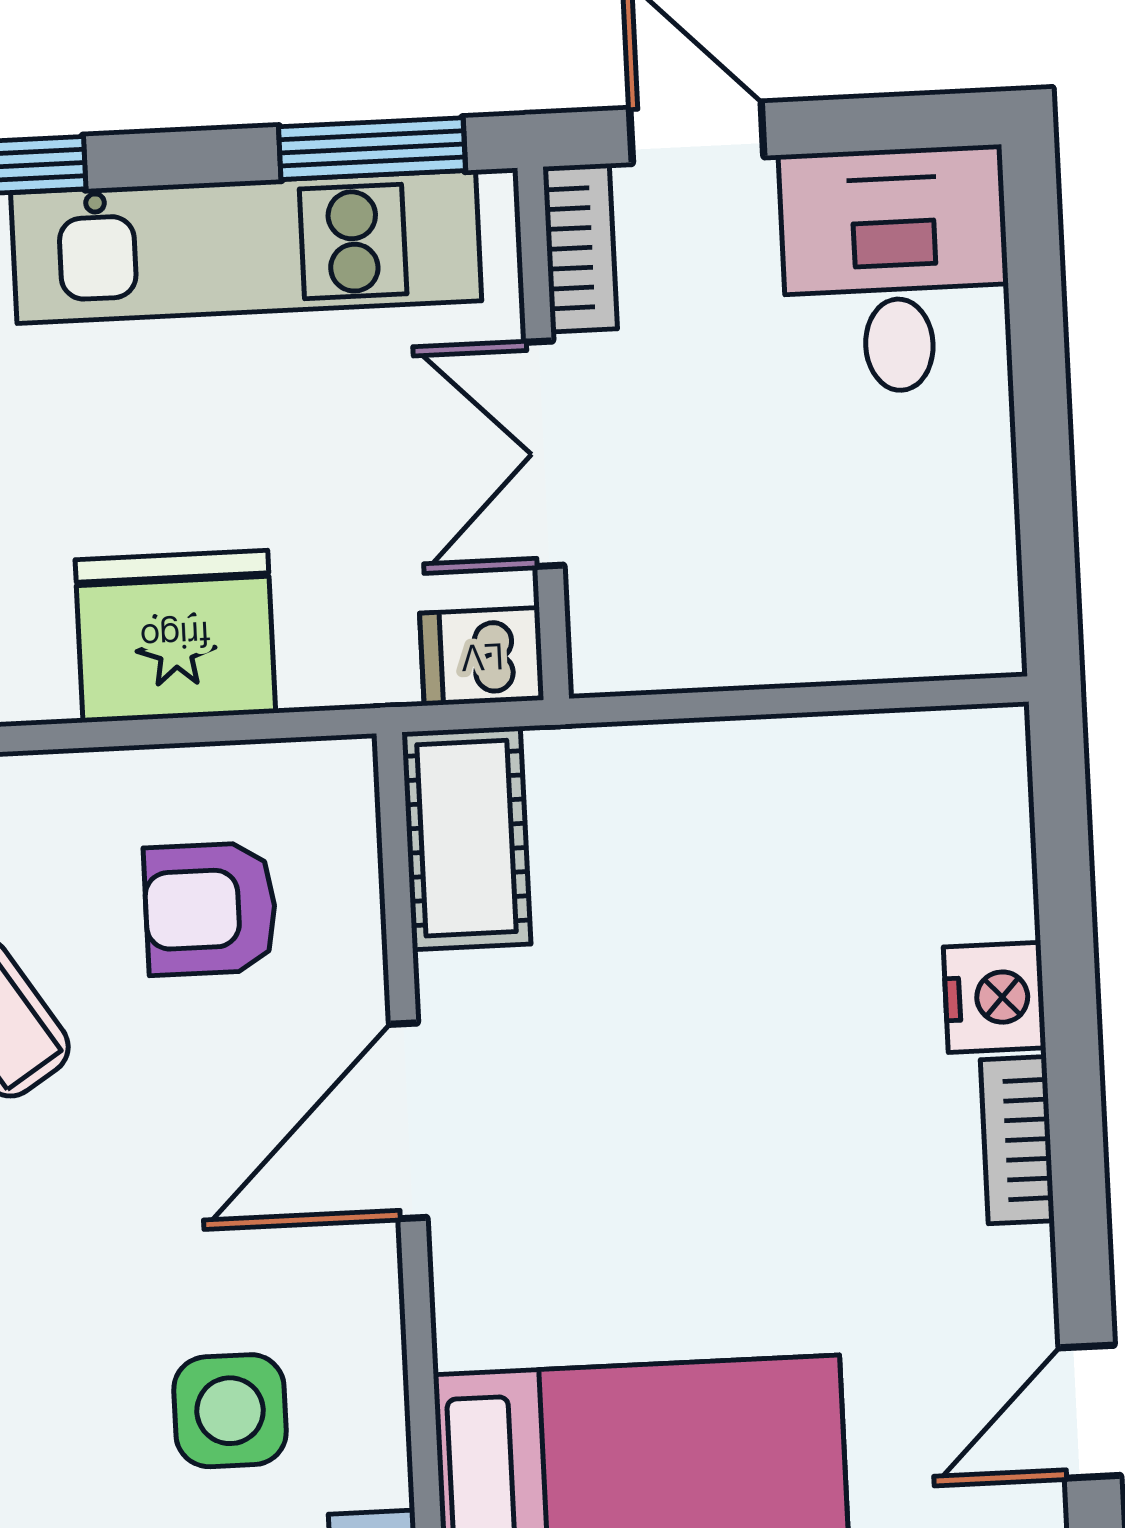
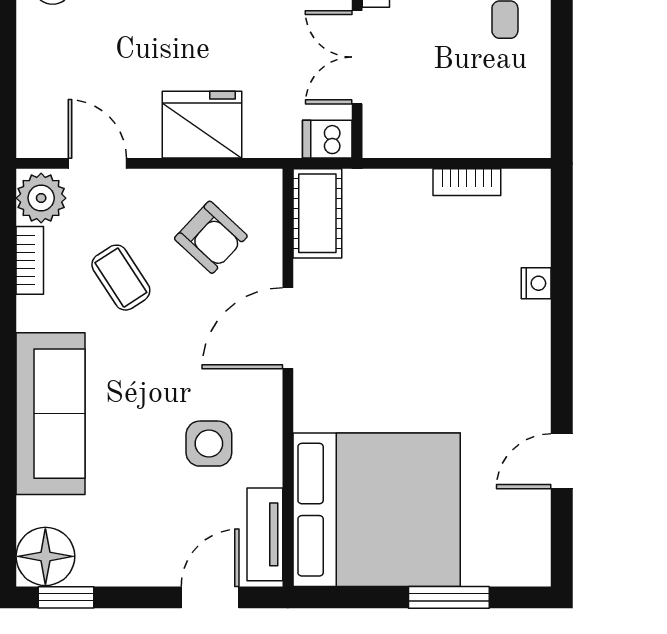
armchair: (210, 909) -> (211, 237), turned -137
nightstand: (994, 997) -> (536, 283), width x0.72, depth x0.74
bookcase: (1017, 1140) -> (467, 182), moved, turned -90

